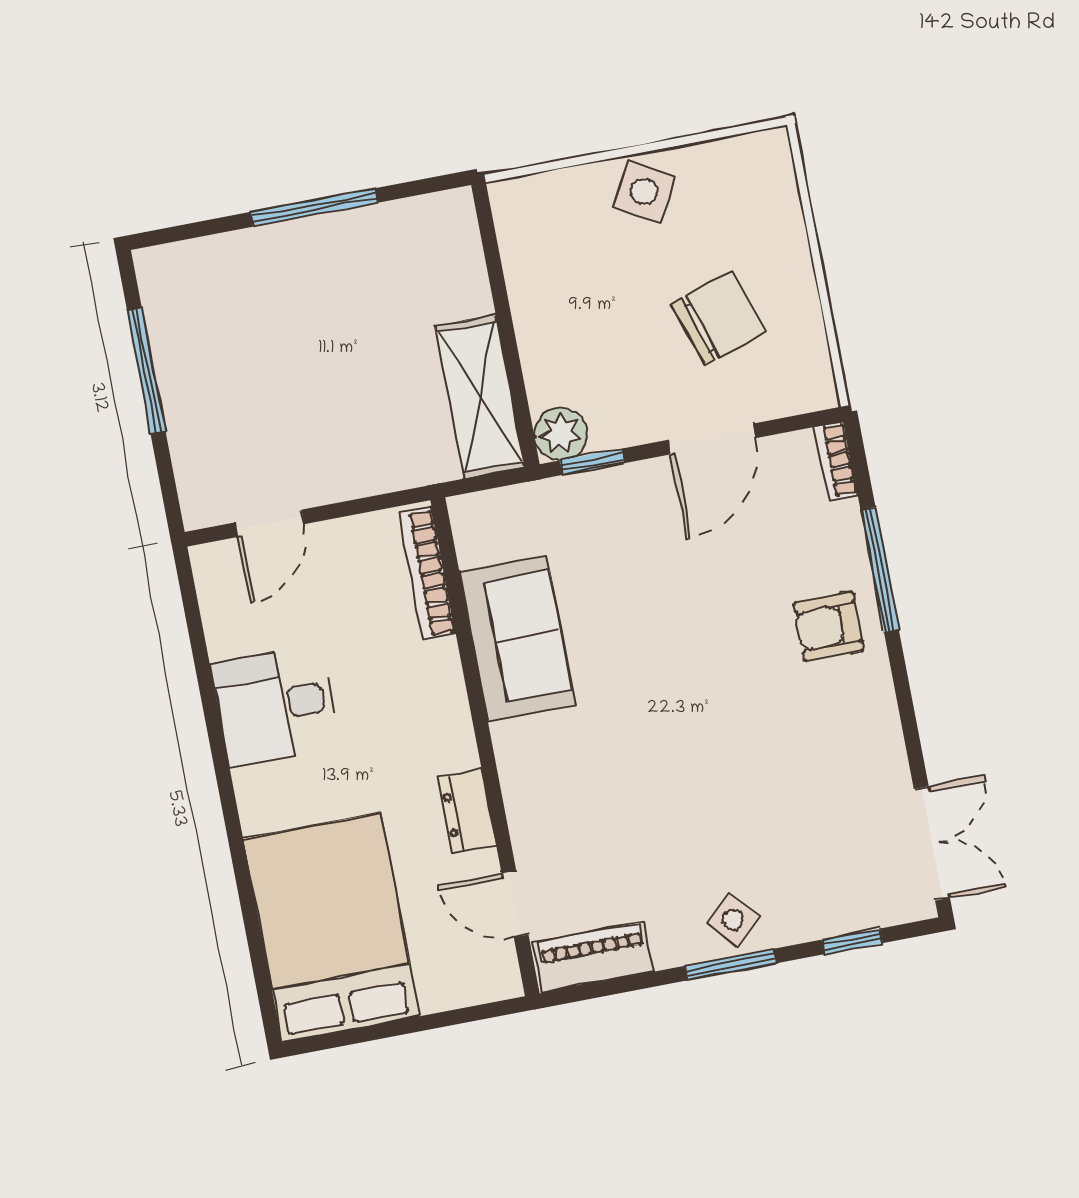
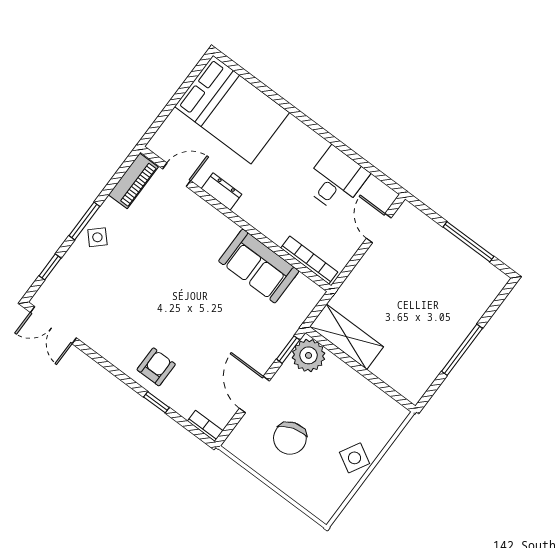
plant: (560, 434) -> (309, 355), width x1.36, depth x1.36
window: (880, 570) -> (156, 402), width x0.46
desk: (276, 705) -> (336, 180), moved

